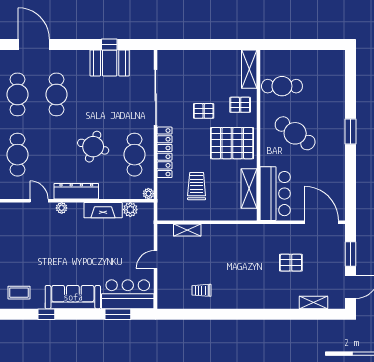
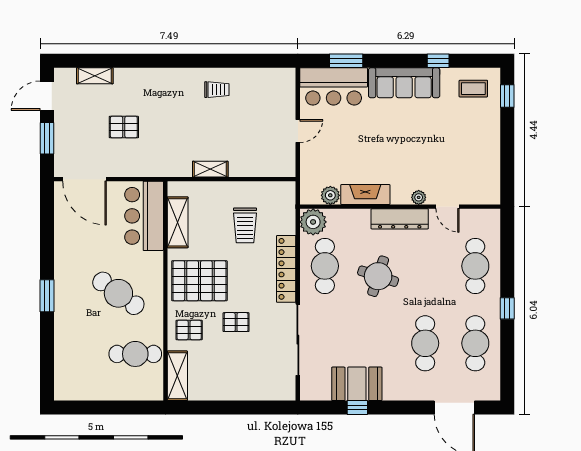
plant: (148, 194) -> (313, 222), width x1.87, depth x1.87
shelving: (187, 230) -> (210, 169), moved
trolley: (201, 290) -> (217, 90), moved

